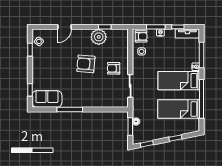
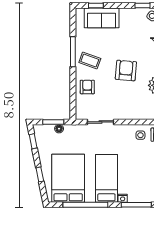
armchair: (114, 68) -> (87, 87), moved
coffee table: (77, 95) -> (90, 60), added
sofa: (47, 99) -> (102, 18), moved, turned 90
bed: (179, 109) -> (68, 178), width x1.50

